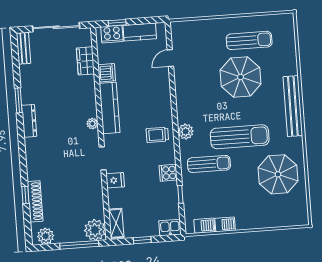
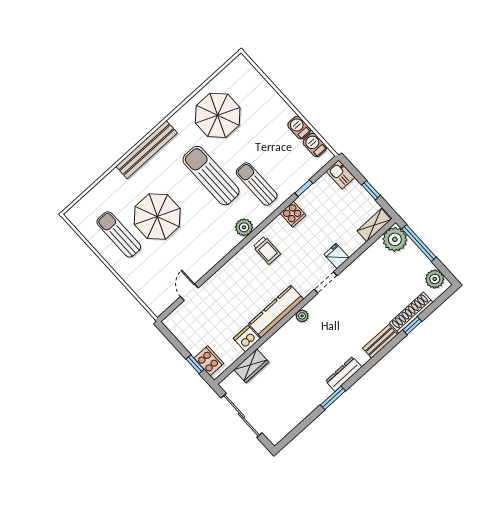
kitchen counter: (140, 32) -> (187, 338), removed
bench: (24, 48) -> (380, 341), moved
door: (170, 58) -> (189, 292), swing flipped

